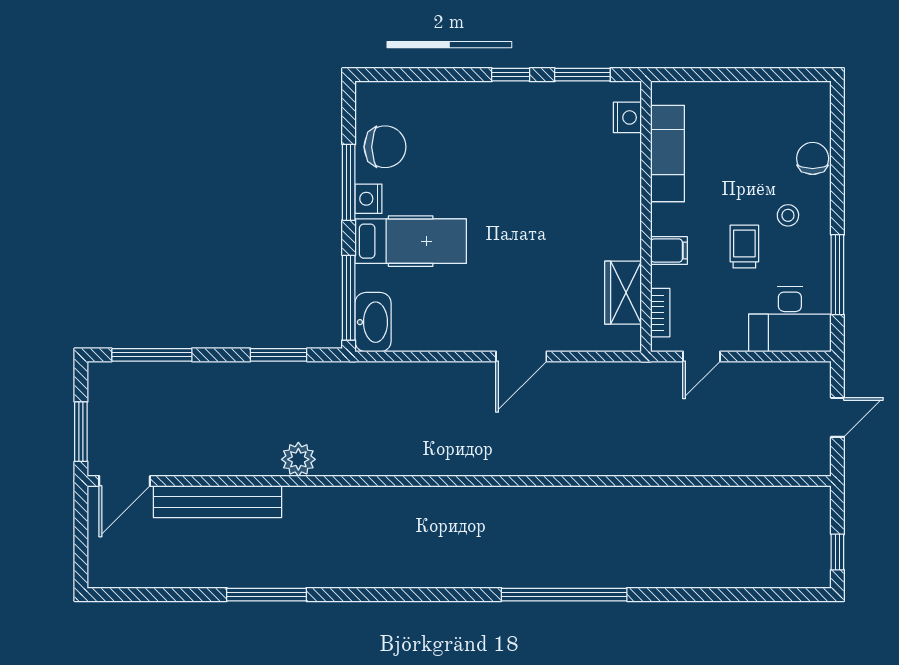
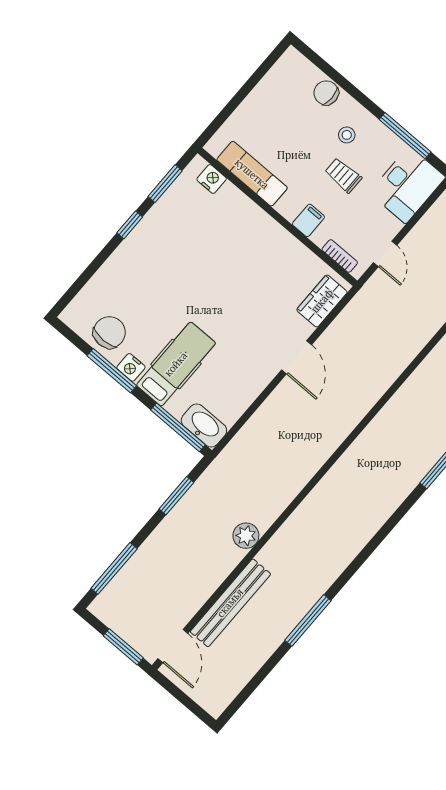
wardrobe: (623, 293) -> (322, 301), moved, turned 90

